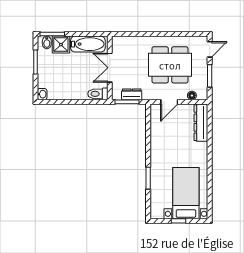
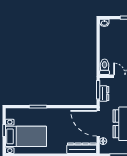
door: (169, 102) -> (98, 123), width x1.87

